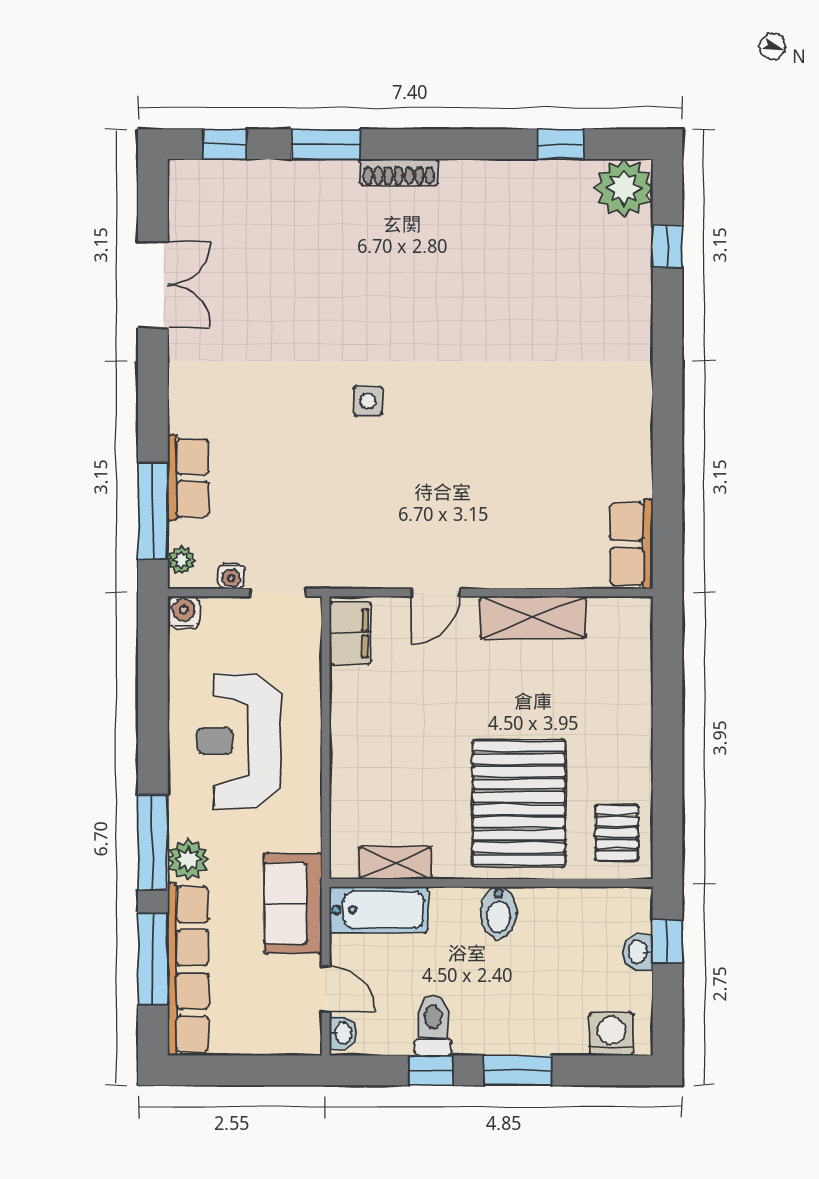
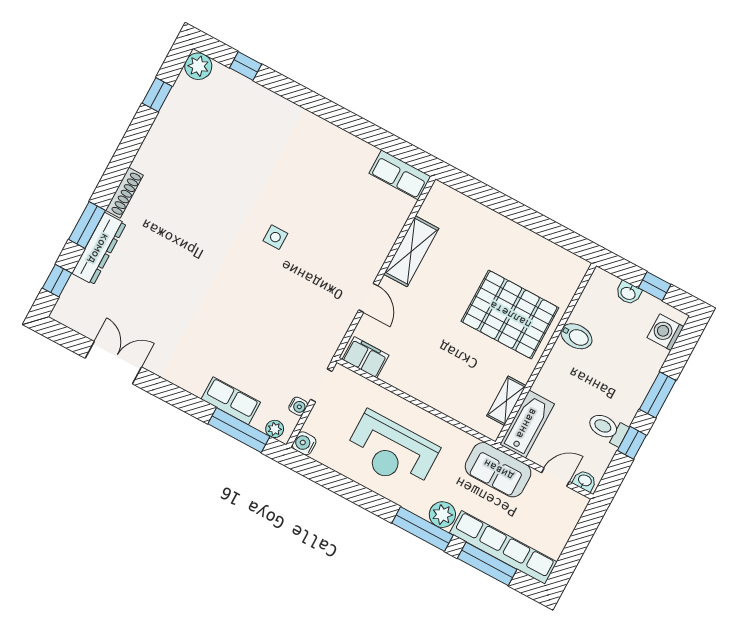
dresser: (302, 179) -> (99, 249), added
plant: (624, 188) -> (198, 66), width x0.73, depth x0.73
side table: (368, 401) -> (275, 237), moved
pallet: (617, 833) -> (555, 269), removed
bidet: (499, 913) -> (576, 336), moved
window: (667, 941) -> (655, 286), moved

